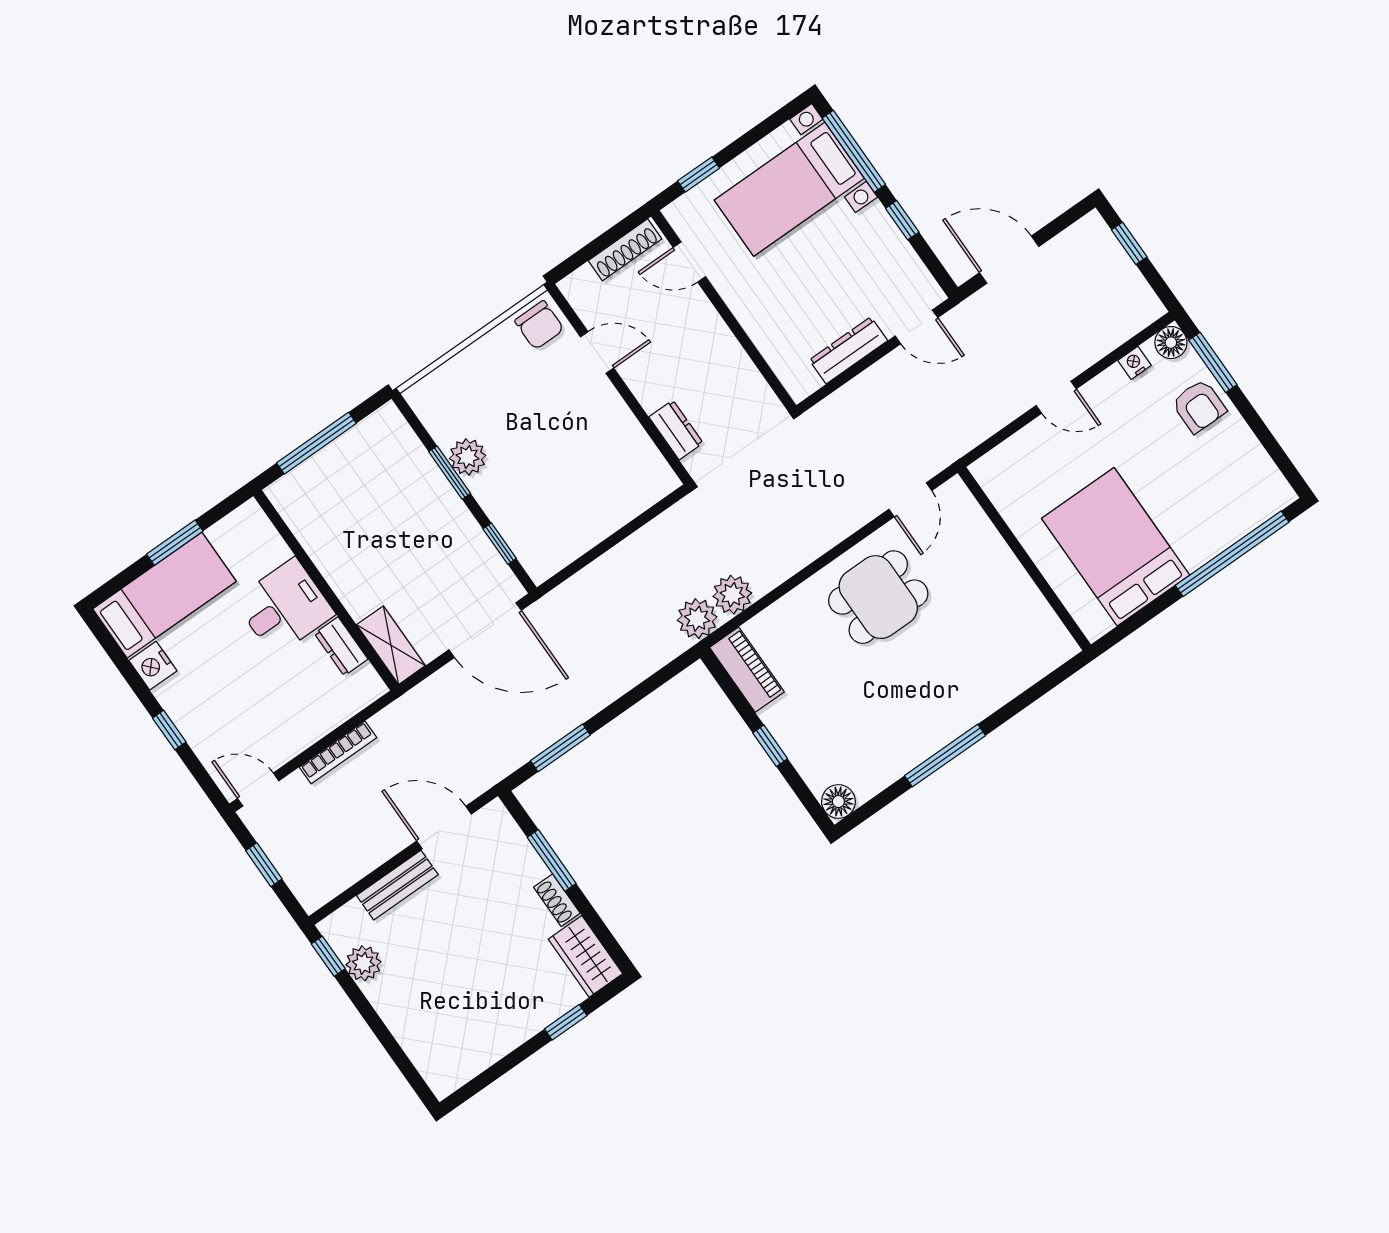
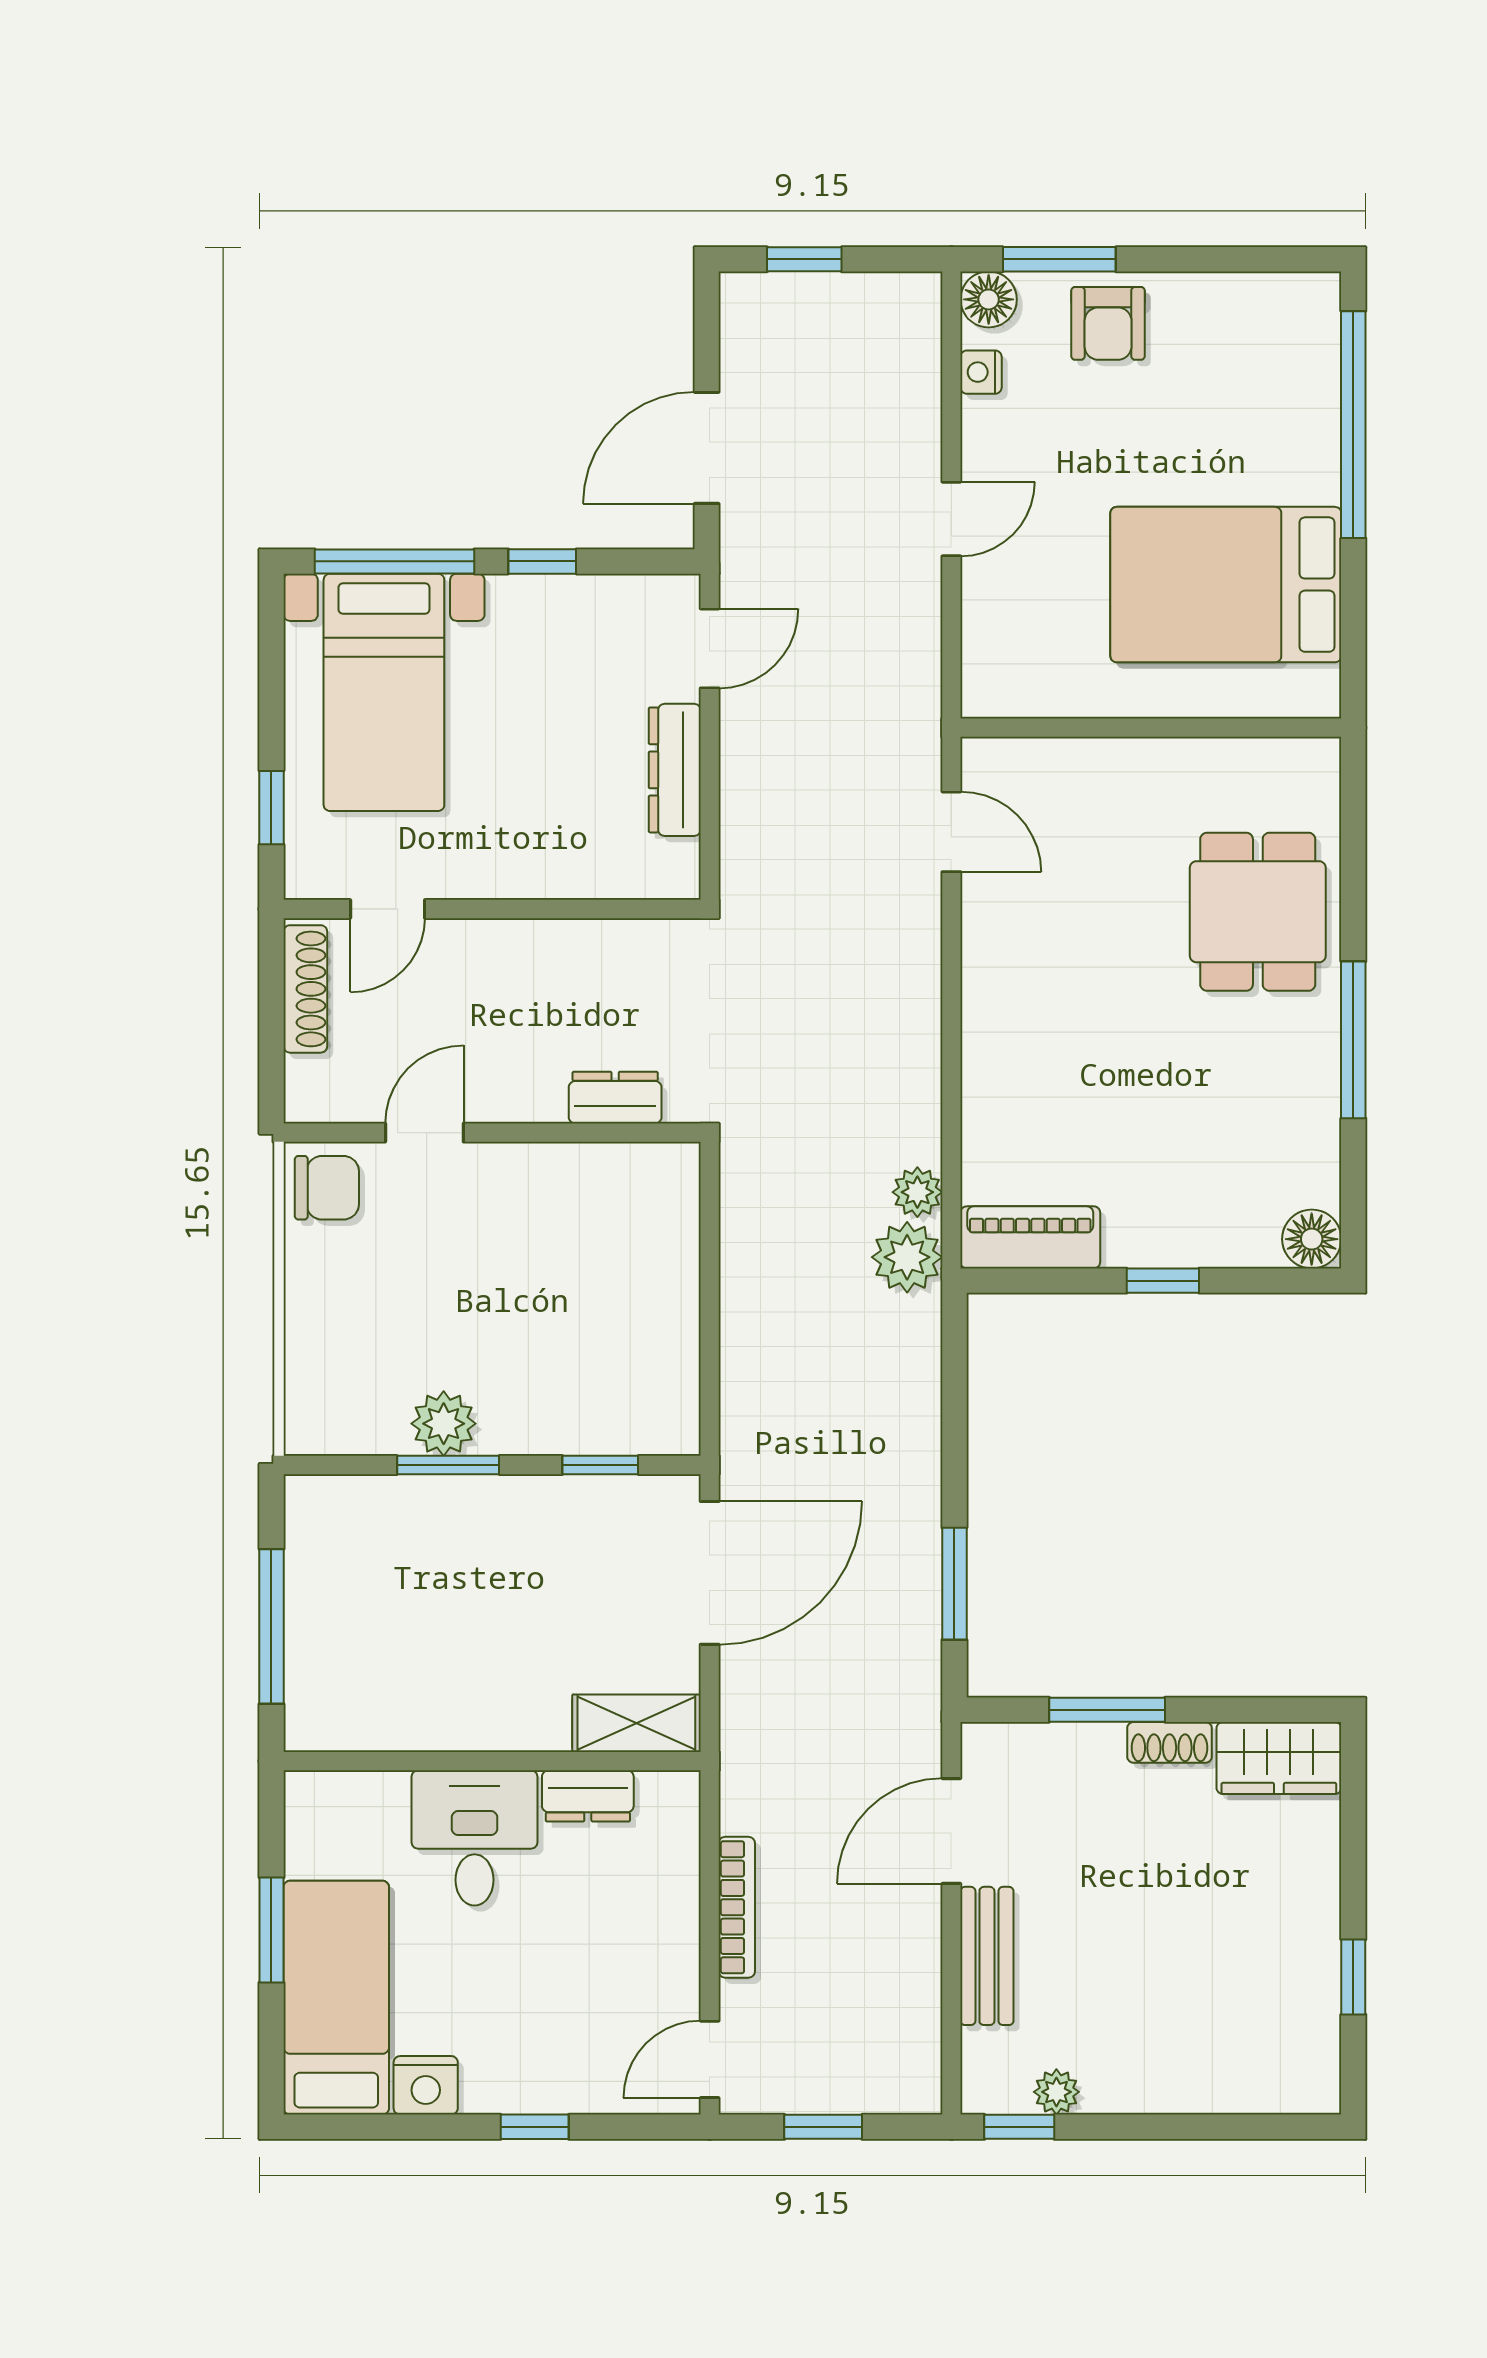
armchair: (1199, 406) -> (1108, 323), turned 90
plant: (732, 595) -> (917, 1192), width x0.73, depth x0.73
dining table: (878, 597) -> (1258, 912), moved
plant: (363, 963) -> (1056, 2092), width x0.73, depth x0.73
window: (566, 1022) -> (1353, 1977), moved

